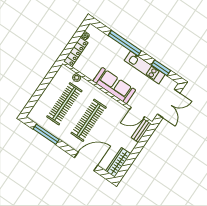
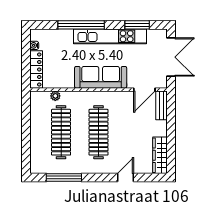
kitchen unit: (145, 67) -> (110, 36), width x1.36
door: (86, 161) -> (125, 178), width x0.53

